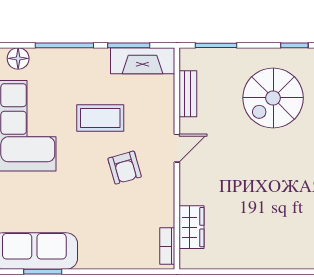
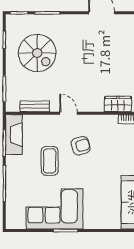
floor lamp: (18, 58) -> (13, 212), removed

